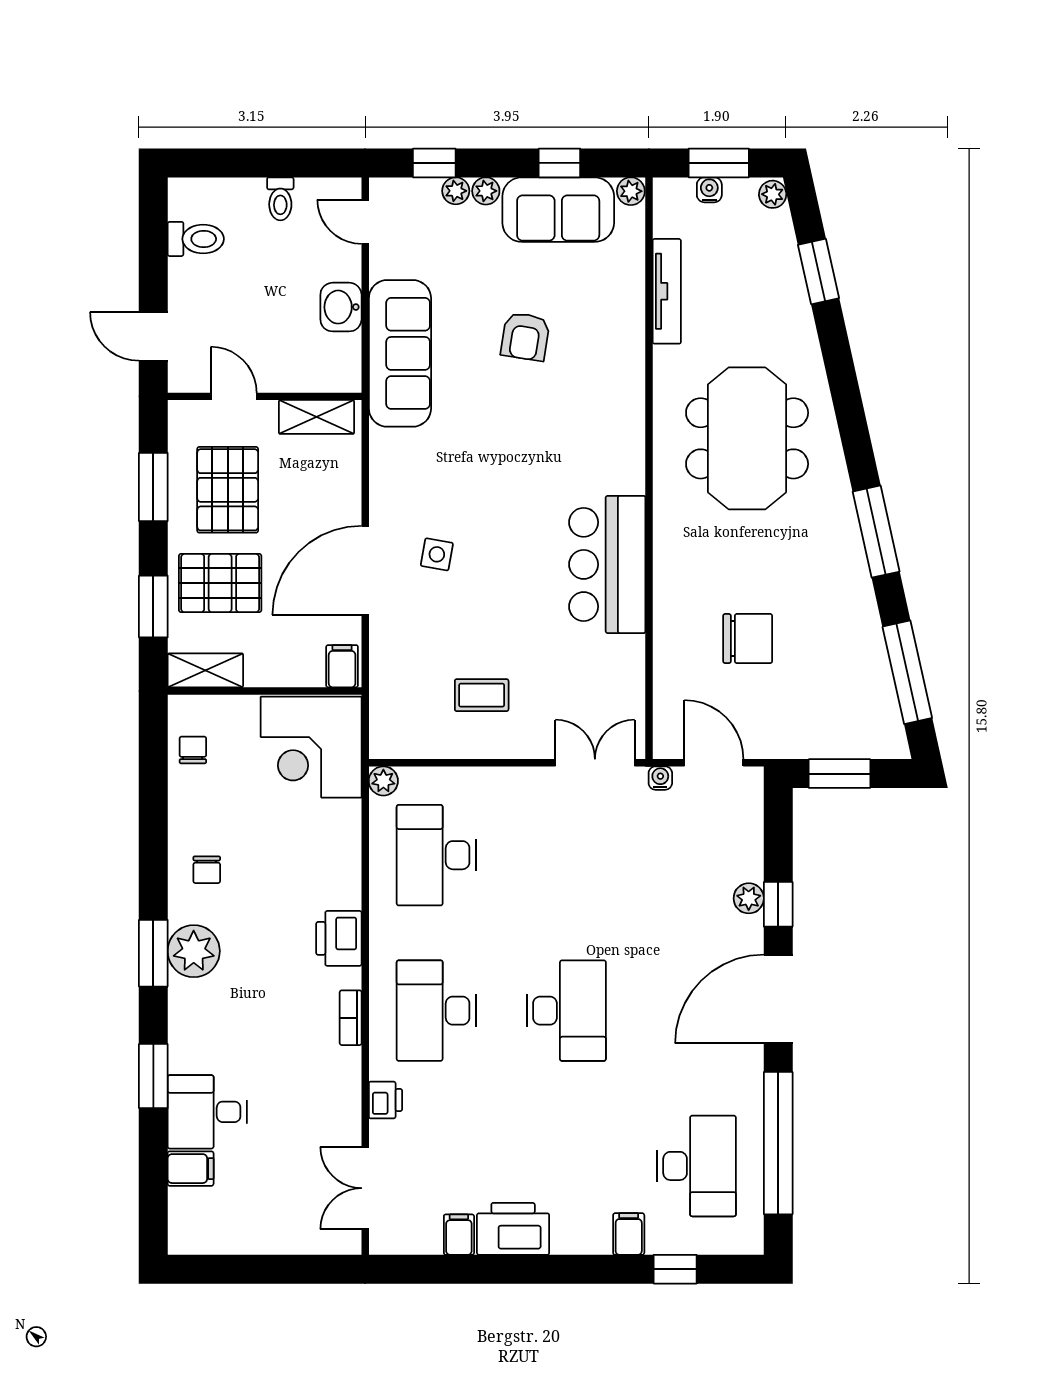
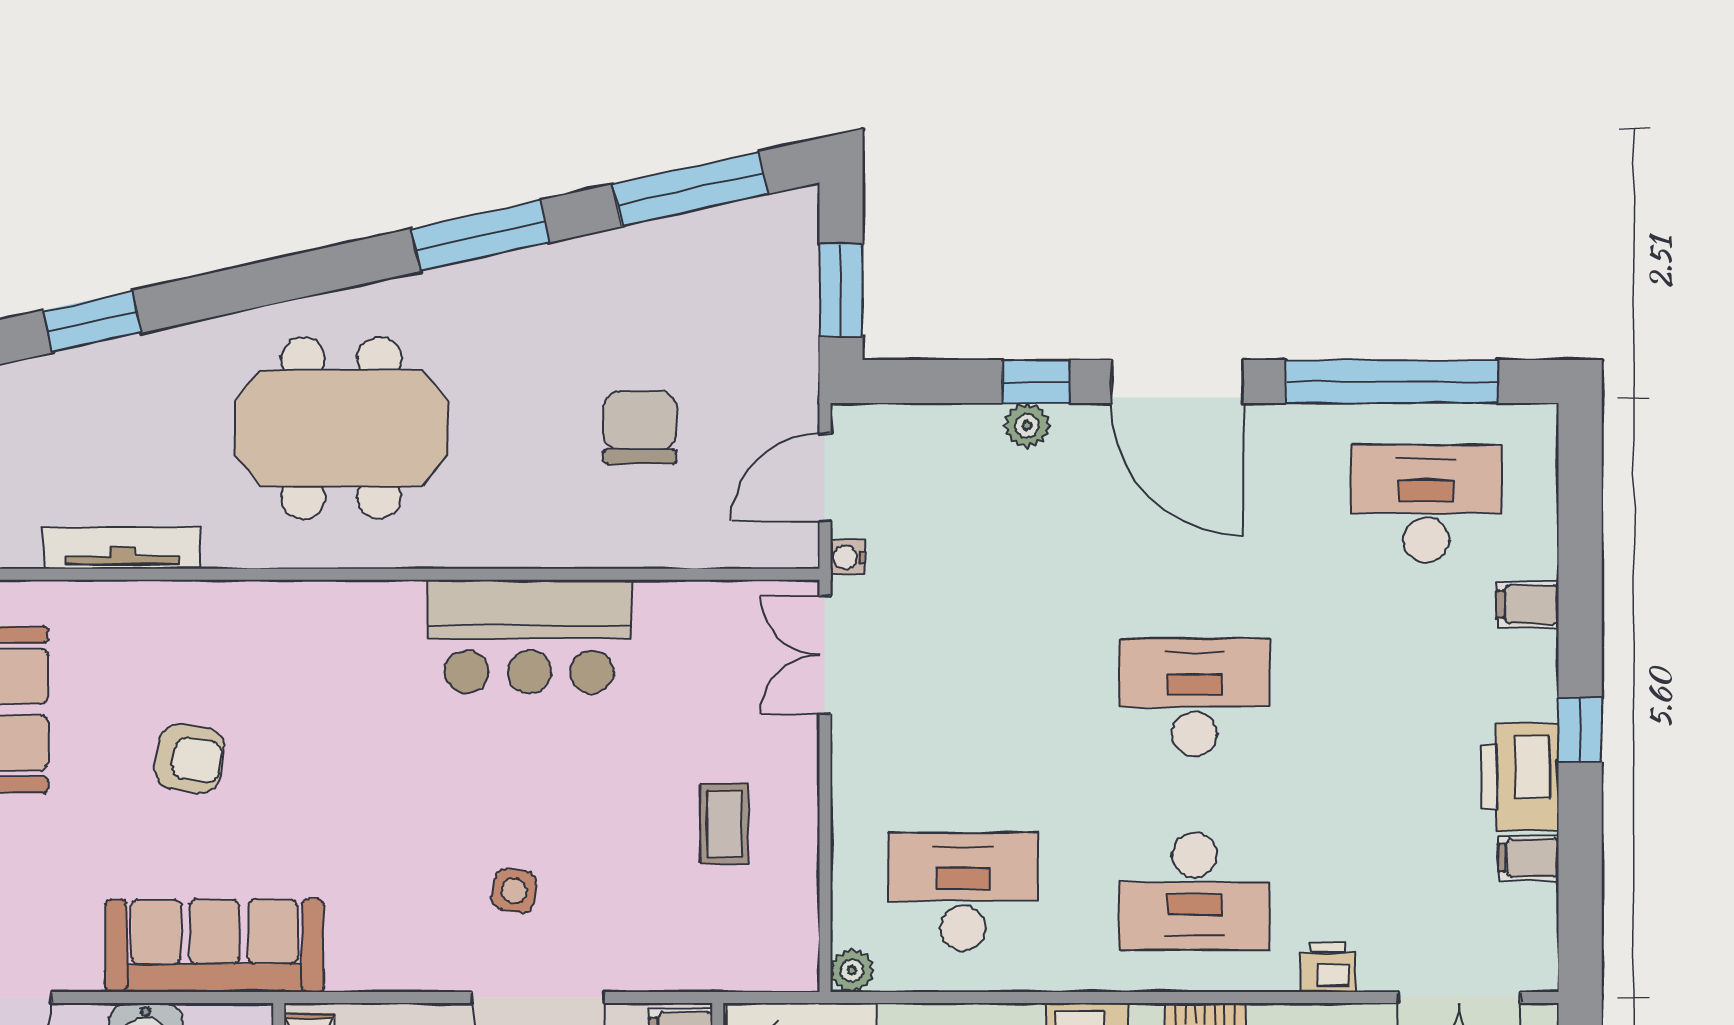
desk: (436, 855) -> (963, 891), turned 180
window: (675, 1269) -> (1580, 730), moved

